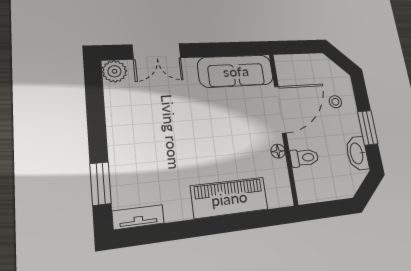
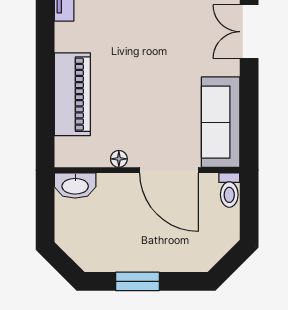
stool: (335, 102) -> (174, 244), removed
washbasin: (357, 153) -> (75, 185), moved, turned 180
toilet: (304, 158) -> (229, 190), moved

